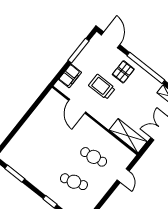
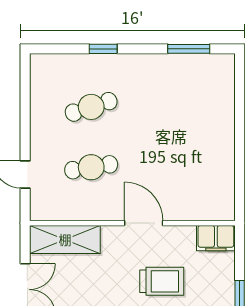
filing cabinet: (70, 76) -> (216, 238), moved, turned -90
door: (77, 106) -> (144, 223), moved

